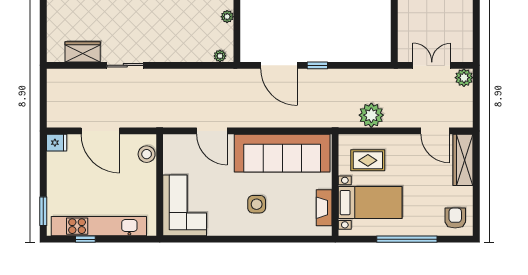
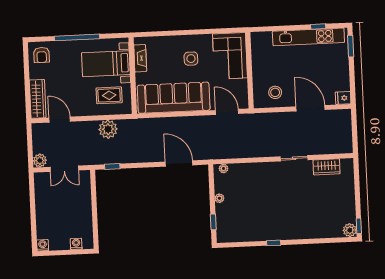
window: (317, 65) -> (112, 166), moved
wall: (160, 185) -> (249, 70), moved
corner sofa: (185, 205) -> (230, 56), moved

